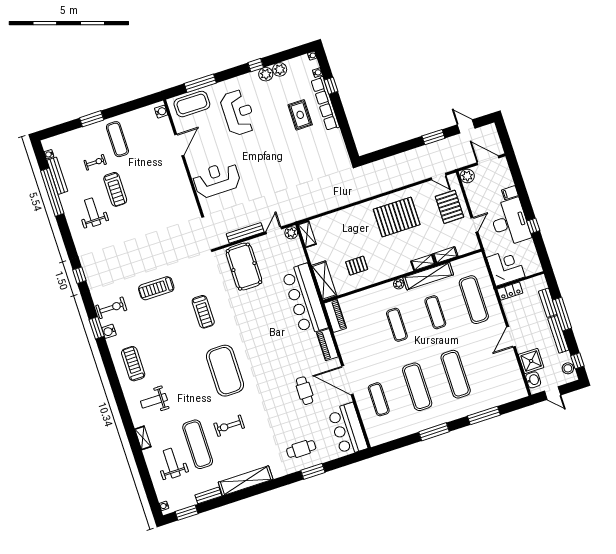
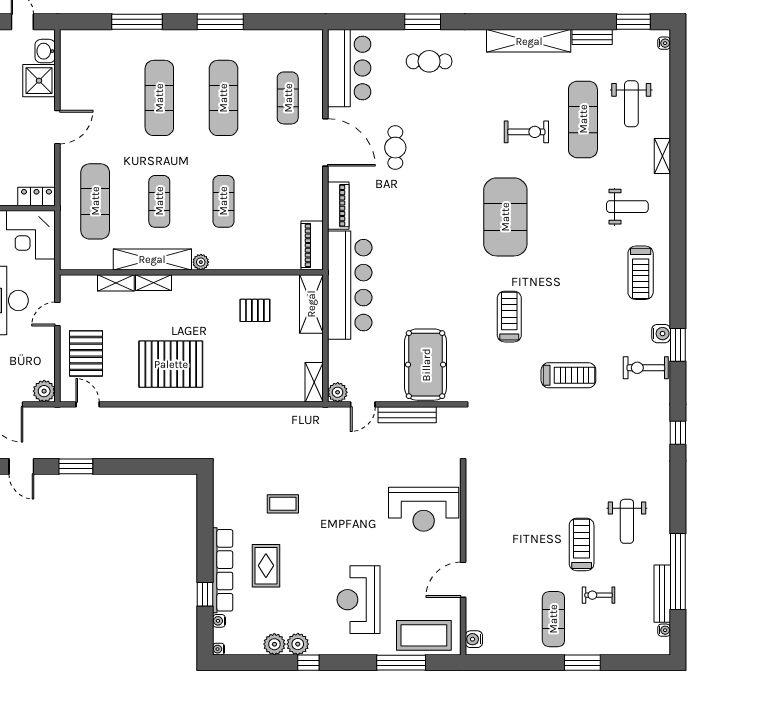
coffee table: (302, 155) -> (283, 504), added

